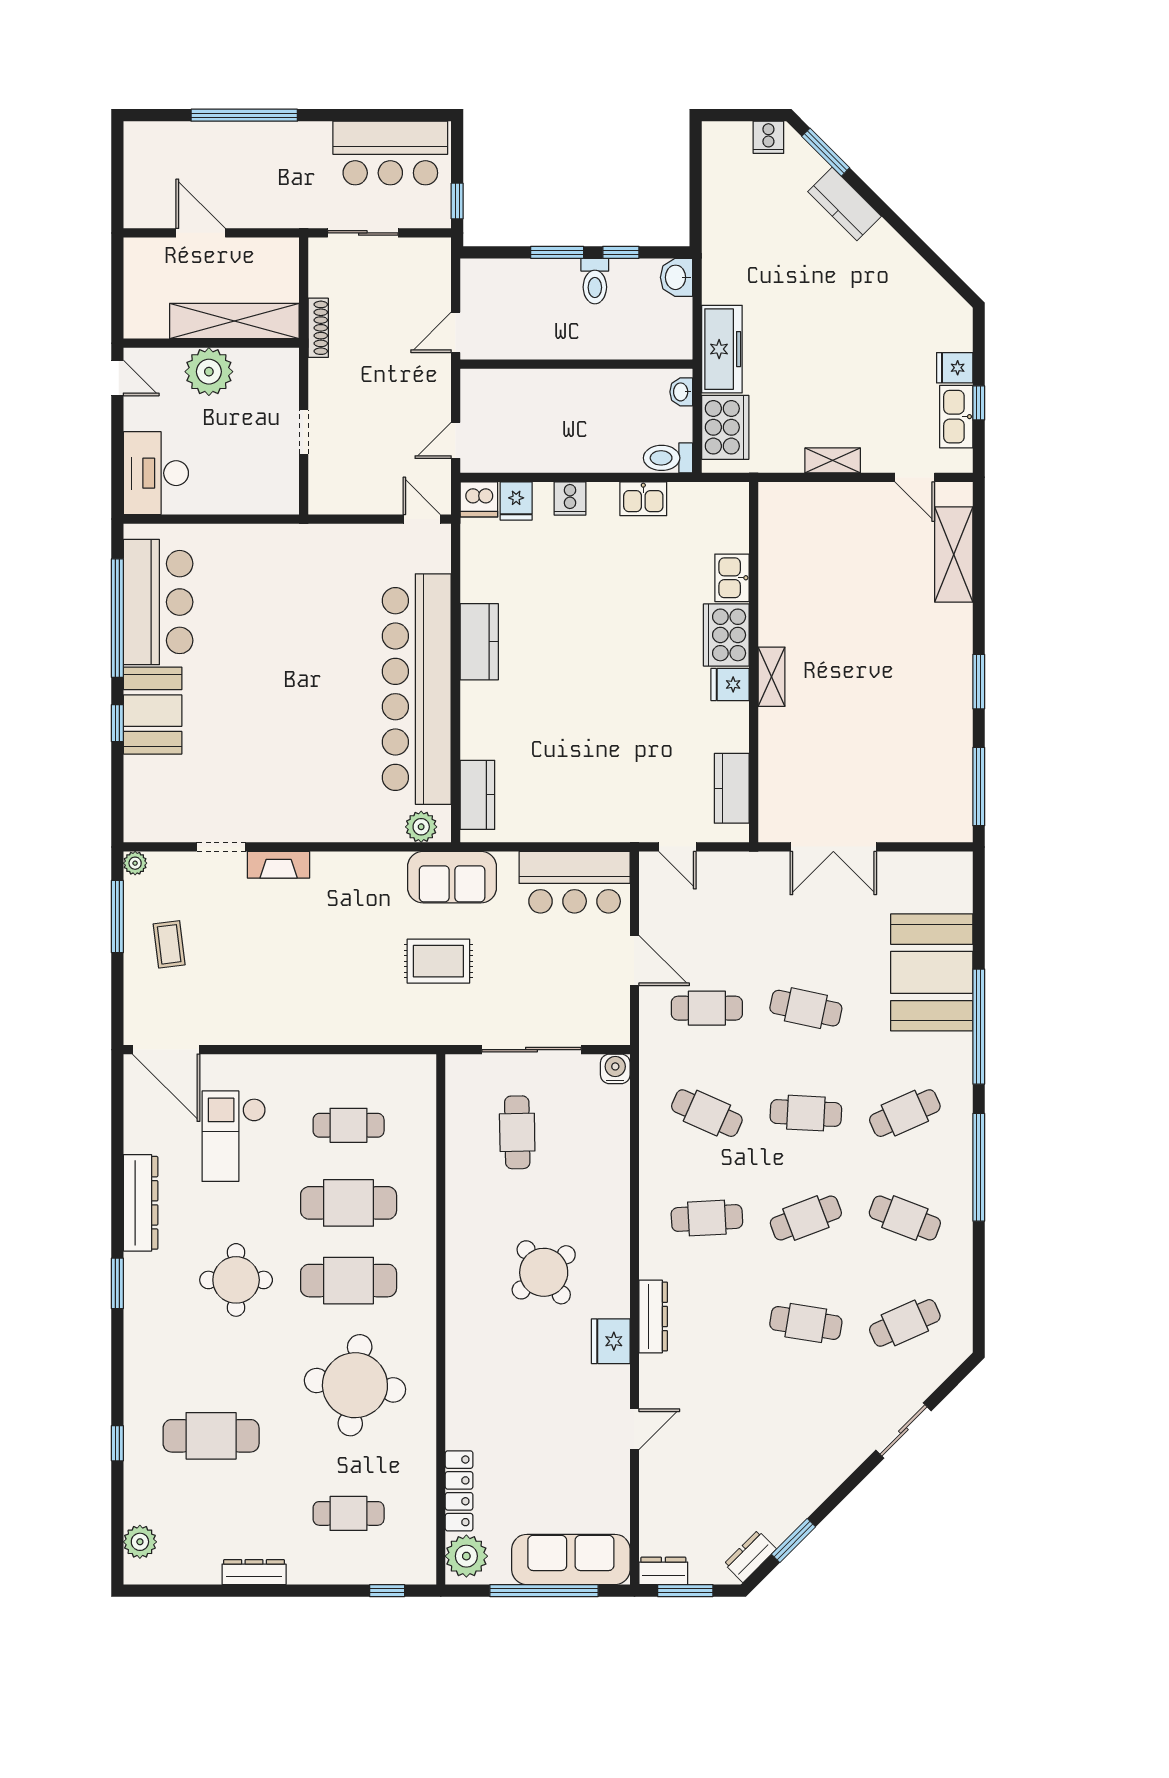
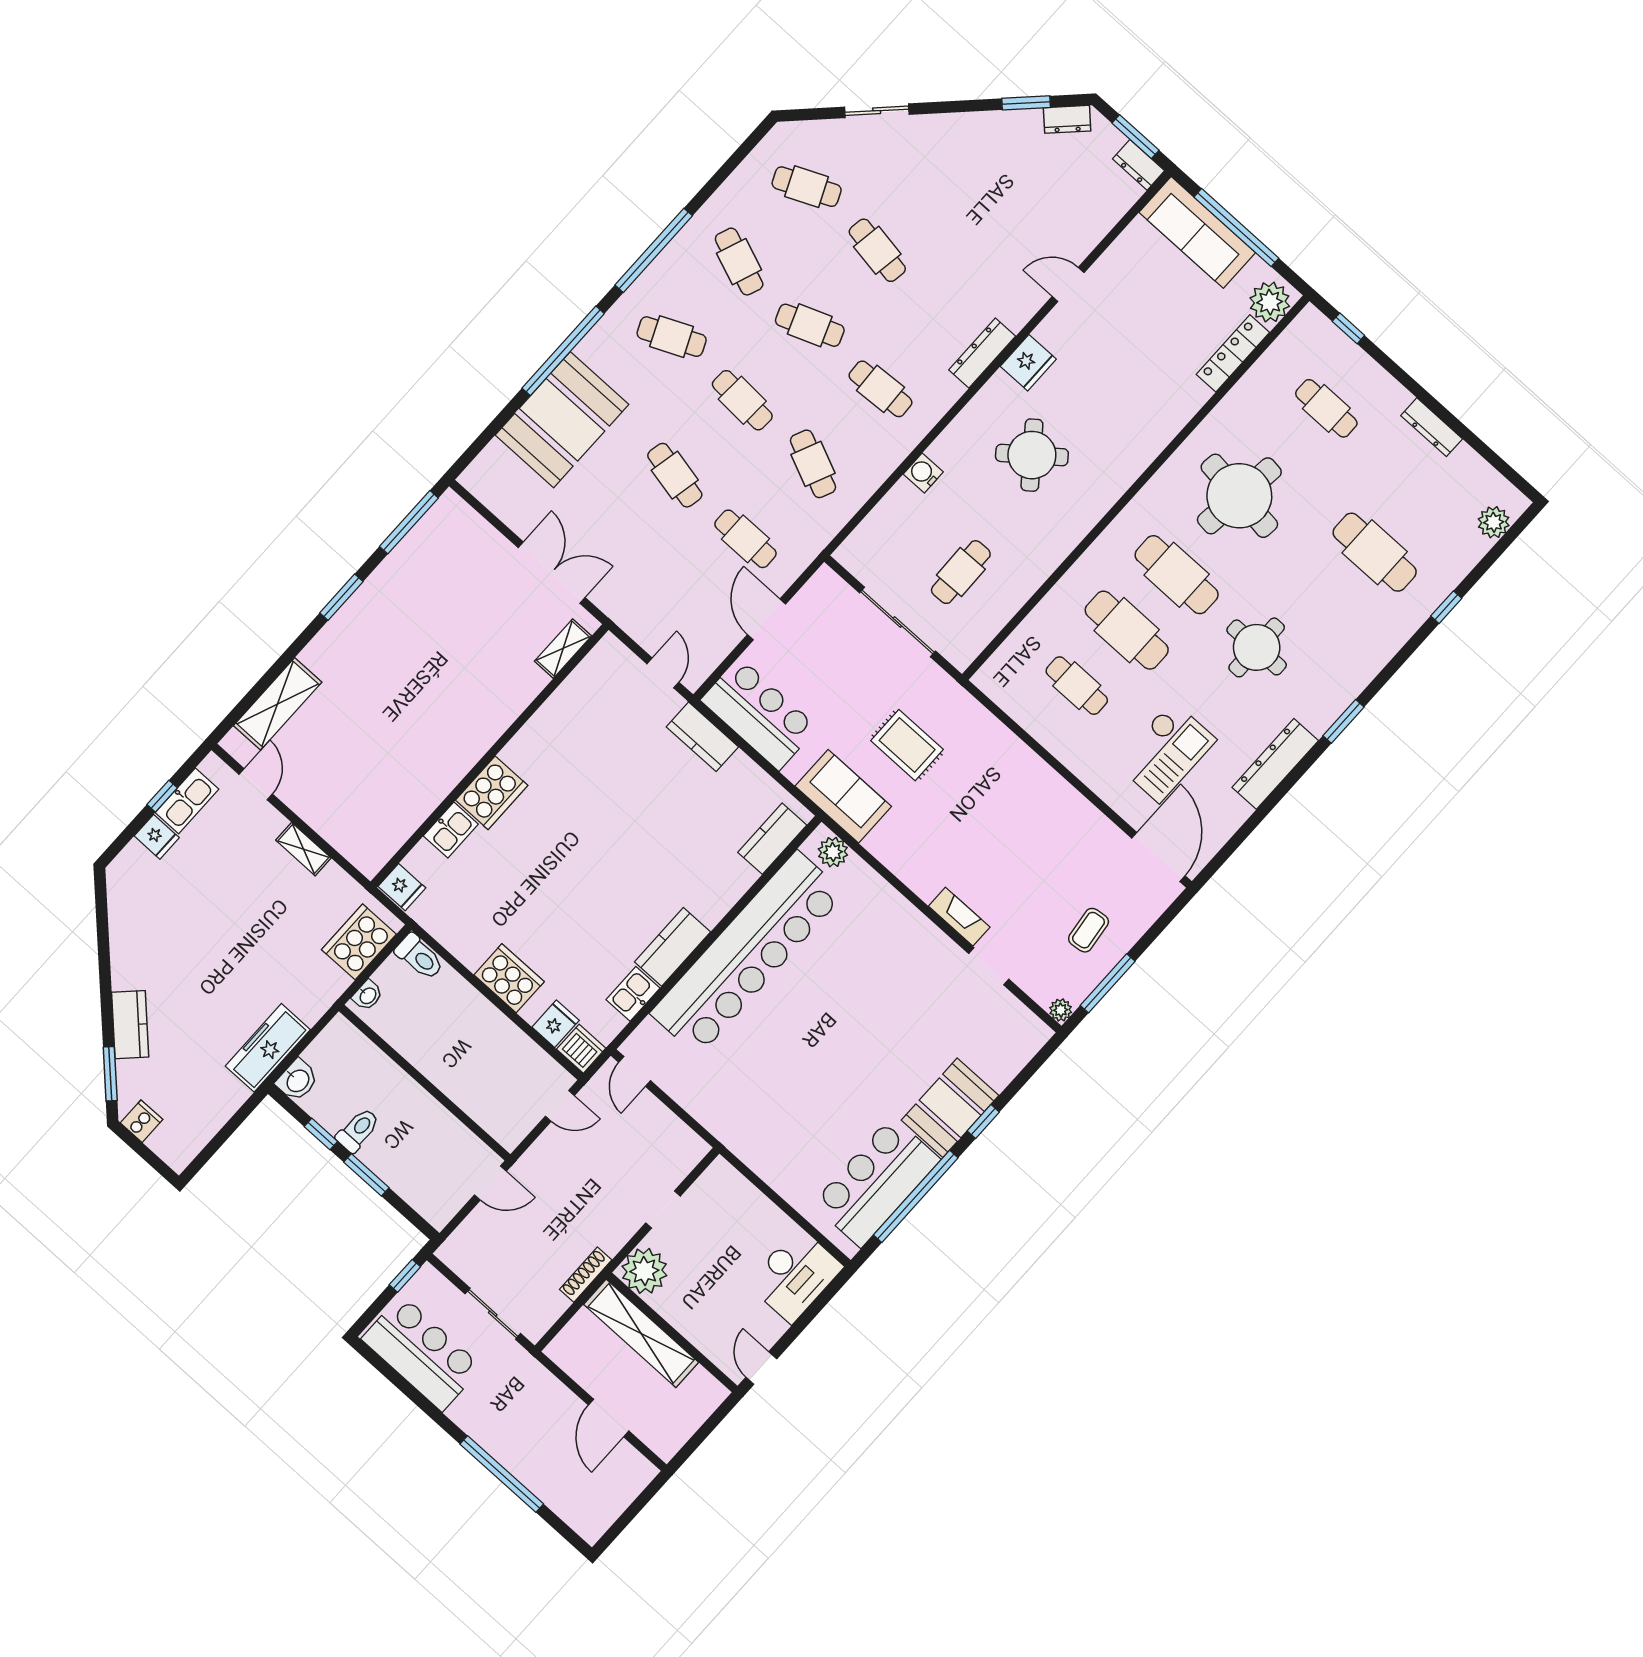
freezer: (722, 349) -> (268, 1048), moved
plant: (209, 372) -> (644, 1271), moved
cooker: (570, 498) -> (509, 978), width x1.87, depth x1.31
kitchen sink: (643, 499) -> (633, 994), moved, turned -90
shelving: (772, 677) -> (563, 649), moved
fridge: (730, 684) -> (402, 887), moved
kitchen counter: (732, 788) -> (702, 737), moved, turned 90
water cooler: (615, 1069) -> (923, 473), moved, turned 90

